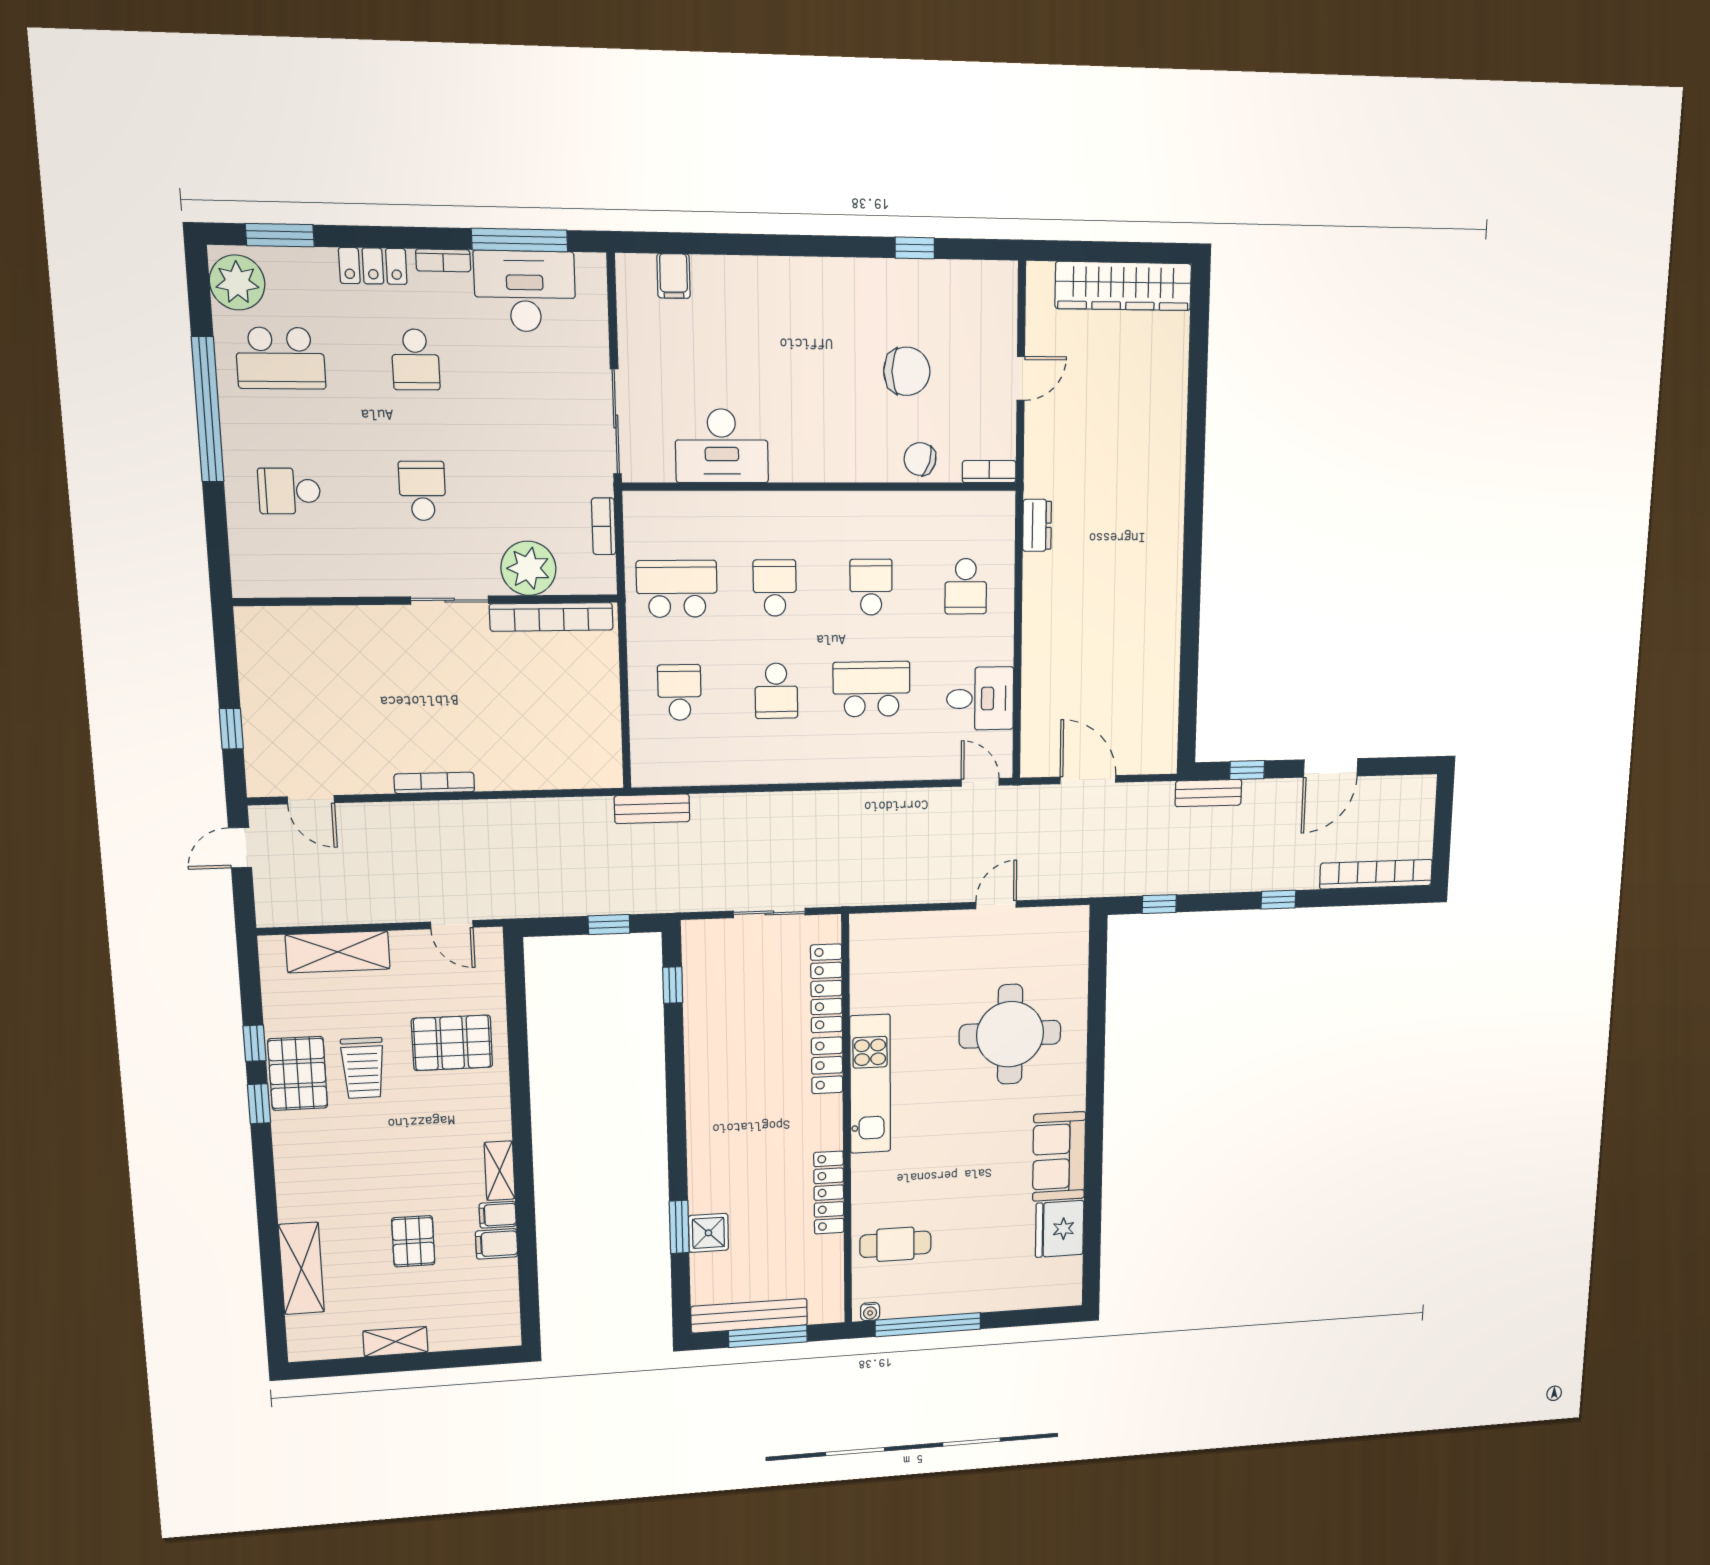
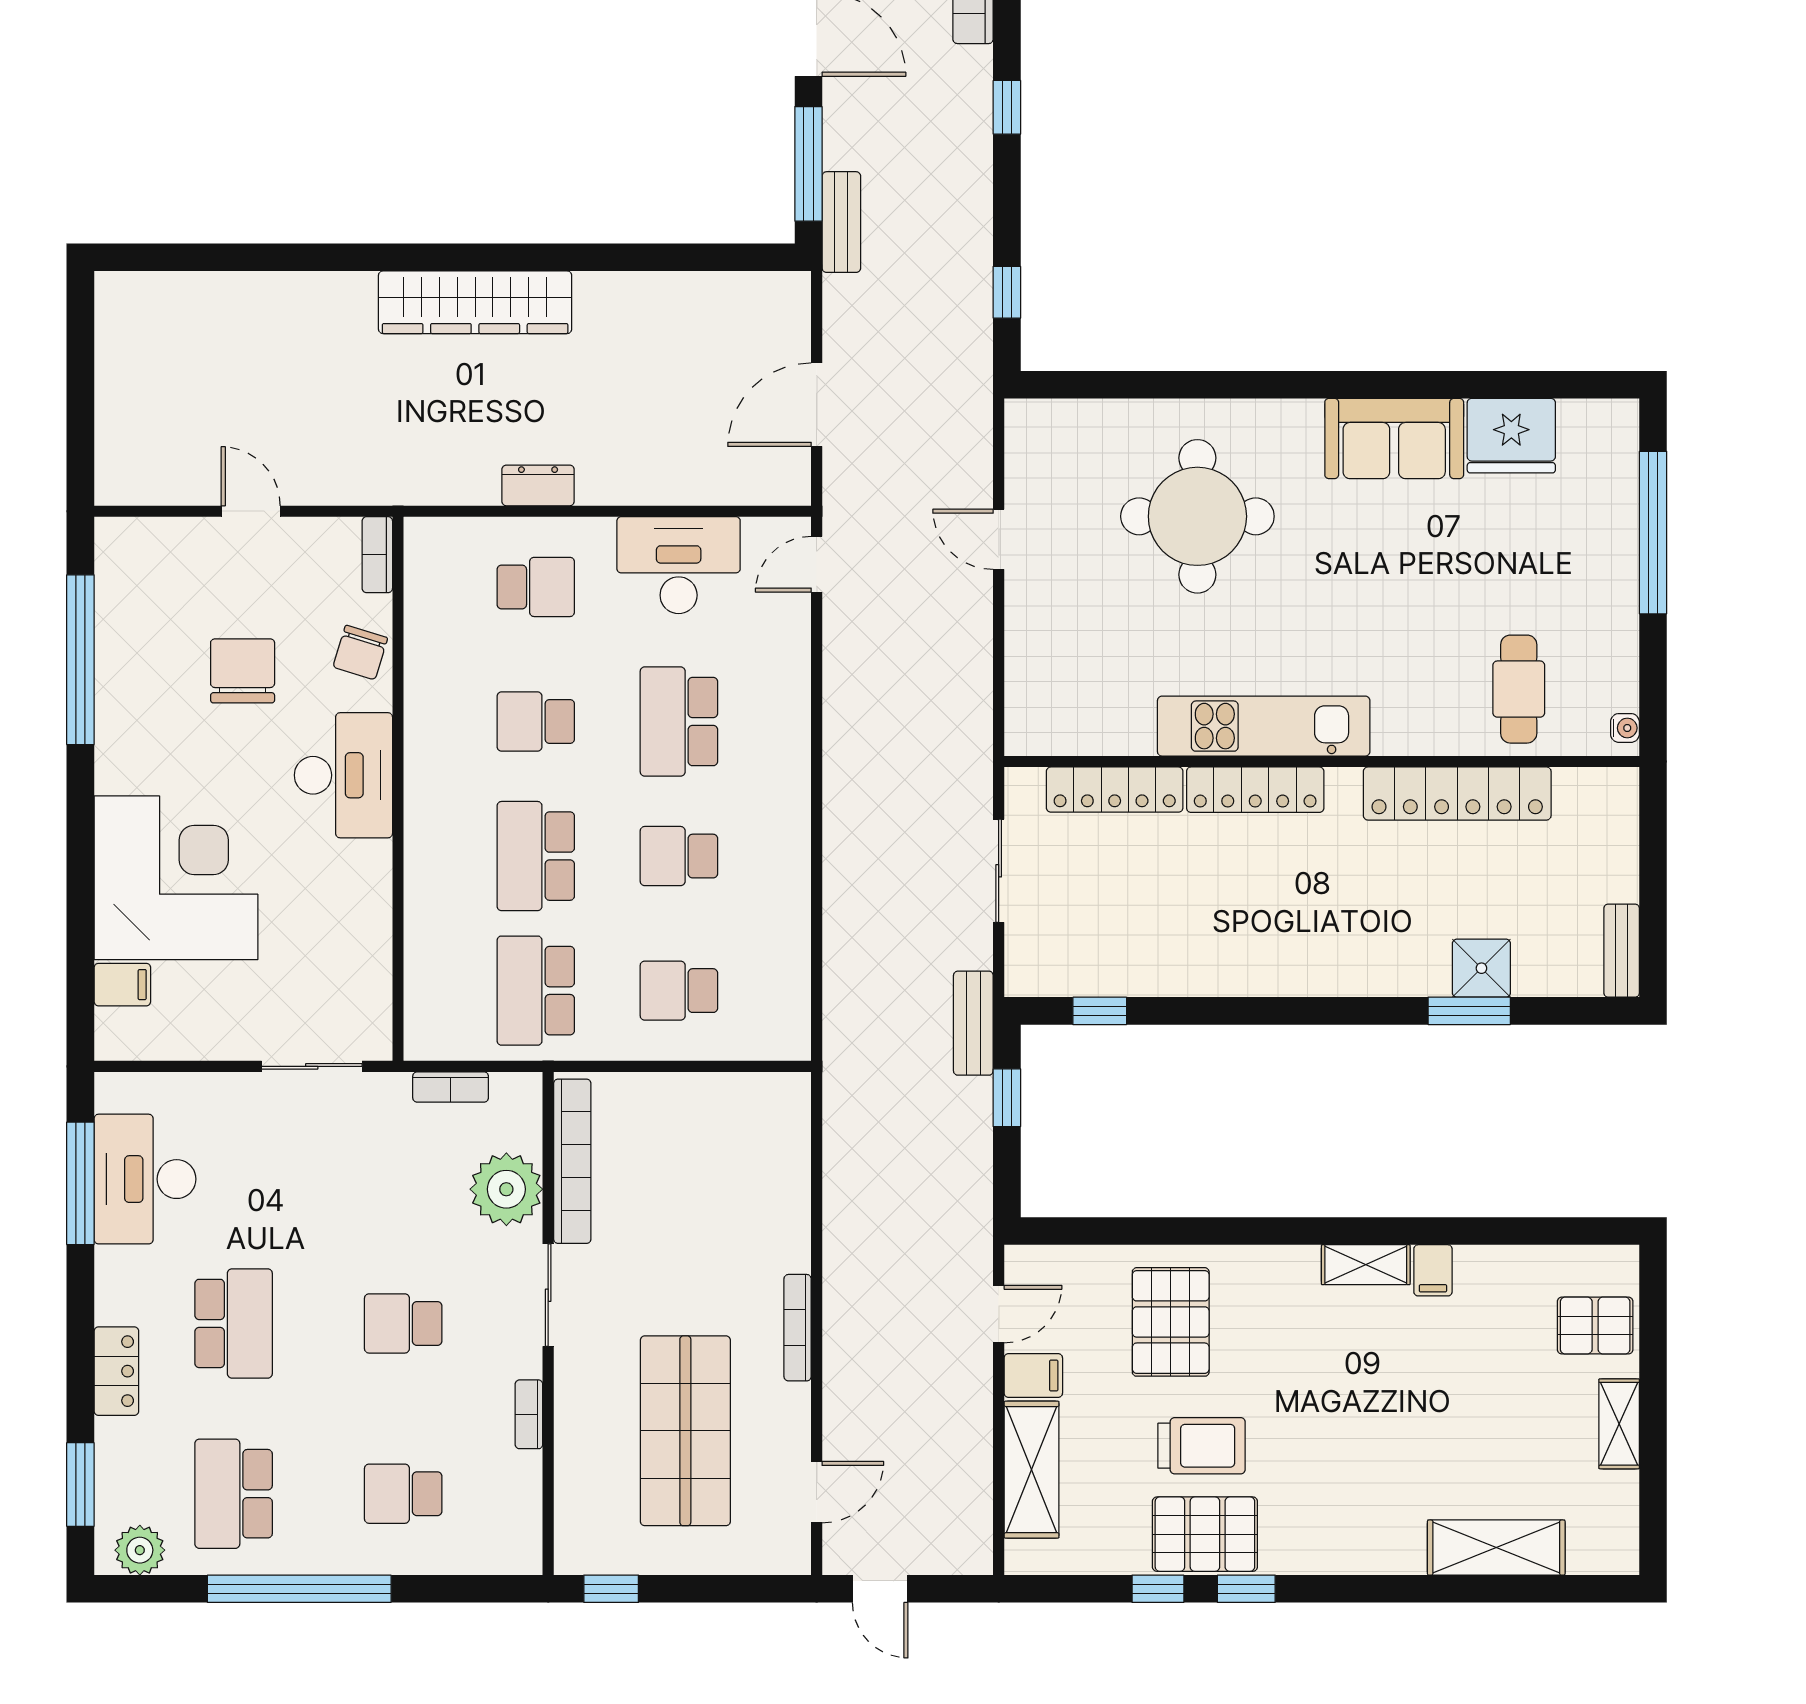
window: (915, 248) -> (80, 660), width x3.17
bookcase: (443, 260) -> (529, 1414), moved, turned 180
plant: (237, 283) -> (140, 1550), width x0.73, depth x0.73
wardrobe: (1123, 286) -> (475, 302), moved, turned 90
corner desk: (755, 319) -> (176, 878), added
school desk: (281, 358) -> (234, 1494), turned 180
school desk: (416, 360) -> (234, 1323), width x1.85
sliding door: (616, 422) -> (312, 1066), width x0.73
desk: (722, 446) -> (343, 775), moved
school desk: (289, 491) -> (403, 1494), turned 90
dresser: (1037, 525) -> (538, 485), moved
school desk: (775, 588) -> (536, 856), width x1.85
school desk: (776, 691) -> (679, 856), turned 180
desk: (980, 699) -> (679, 565), width x1.37
shop shelf: (352, 703) -> (685, 1431), added
window: (231, 729) -> (611, 1589), moved
window: (1247, 770) -> (808, 164), width x2.17
bench: (652, 809) -> (973, 1023), moved
locker: (827, 1065) -> (1255, 790), width x1.53
locker: (829, 1193) -> (1457, 793), width x1.41, depth x1.21
pallet: (413, 1241) -> (1595, 1326), moved
filing cabinet: (497, 1244) -> (1033, 1375), moved, turned -90
bench: (749, 1316) -> (1622, 951), width x0.54, depth x0.82
window: (928, 1325) -> (1653, 533), moved
window: (768, 1336) -> (1653, 883), removed

